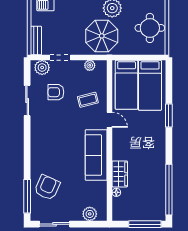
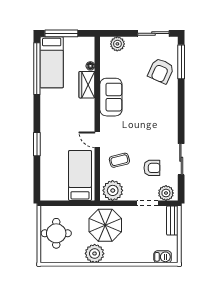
plant: (90, 65) -> (113, 190), width x1.88, depth x1.88
bed: (150, 85) -> (52, 62), moved, turned 180
sofa: (96, 155) -> (111, 97), width x0.73

